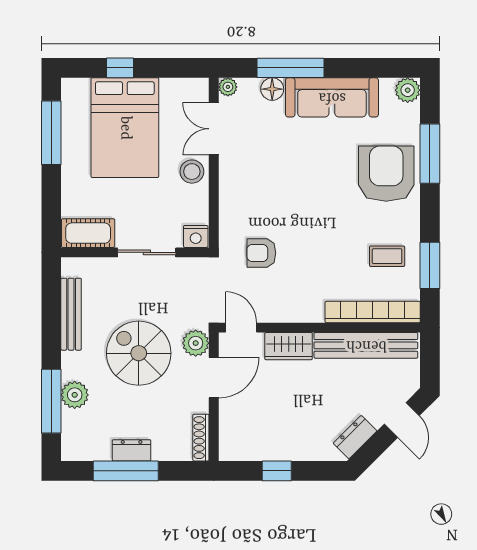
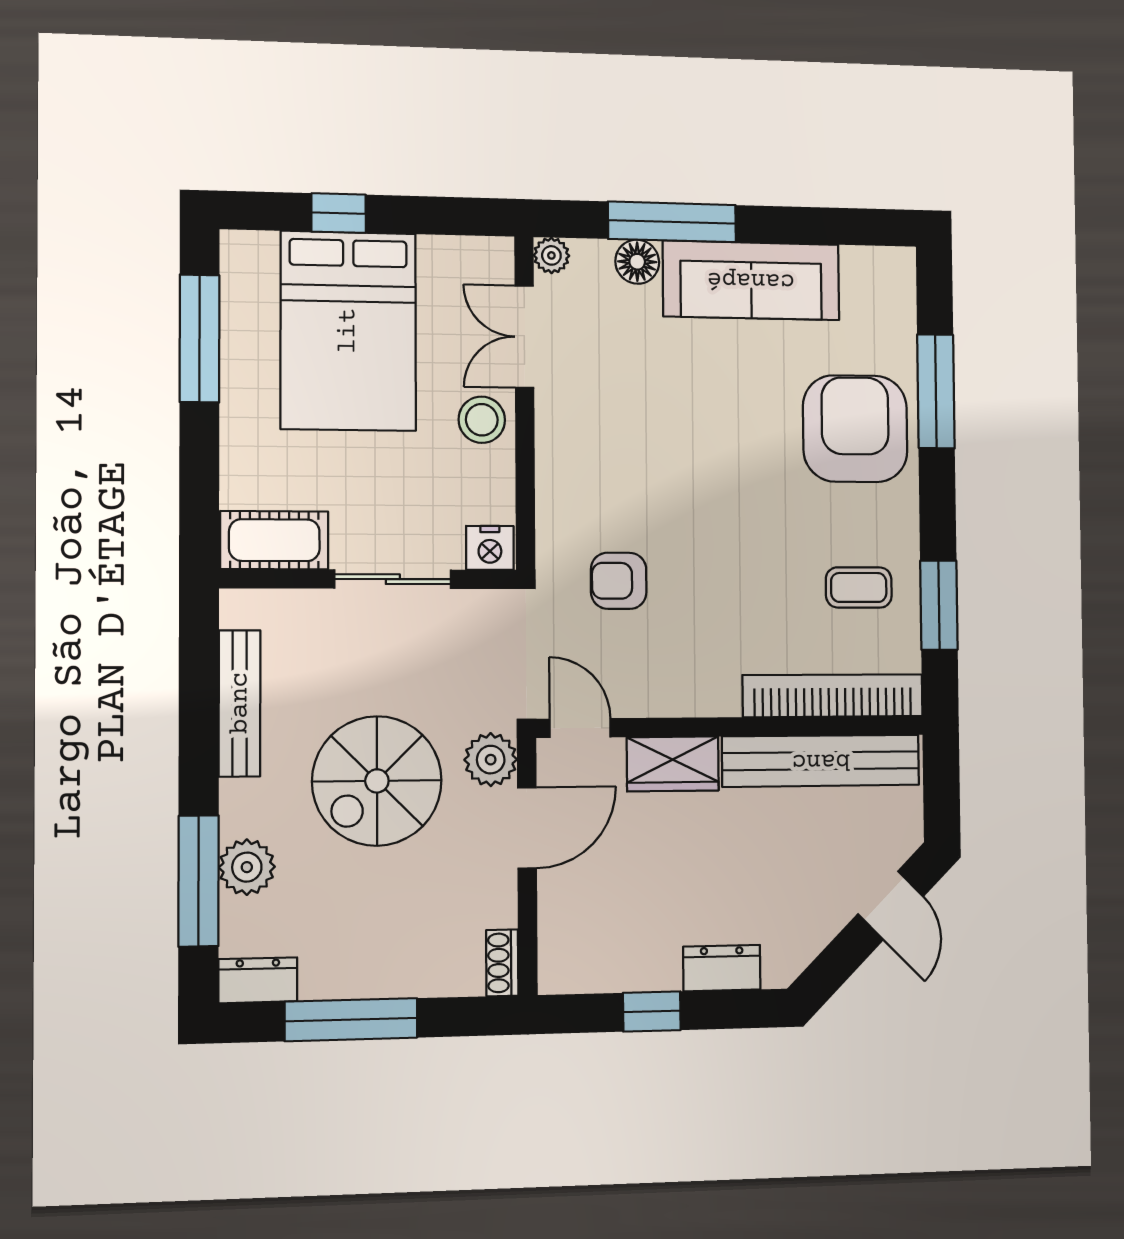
plant: (408, 90) -> (893, 270), removed
spiral stairs: (139, 353) -> (377, 781), turned -90
dresser: (355, 437) -> (722, 968), moved, turned 45
shoe rack: (201, 438) -> (502, 963), width x0.70
dresser: (132, 450) -> (258, 980), moved

